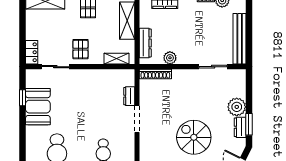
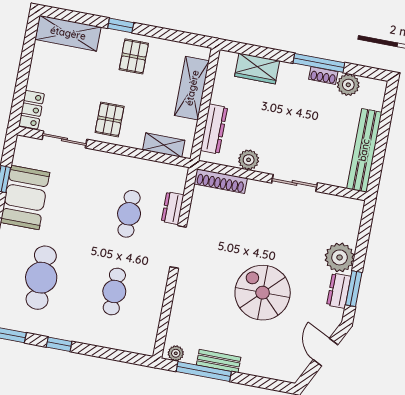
sliding door: (213, 67) -> (295, 183), moved
cafe table: (103, 105) -> (129, 214), added

